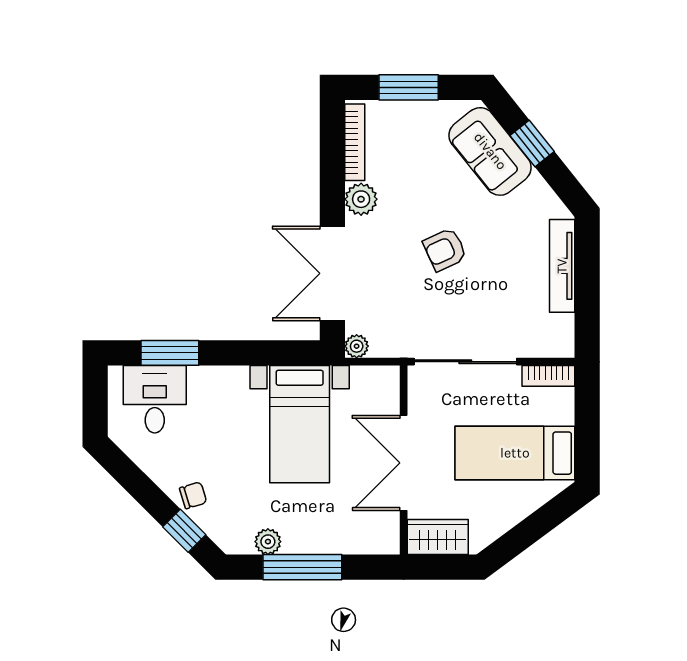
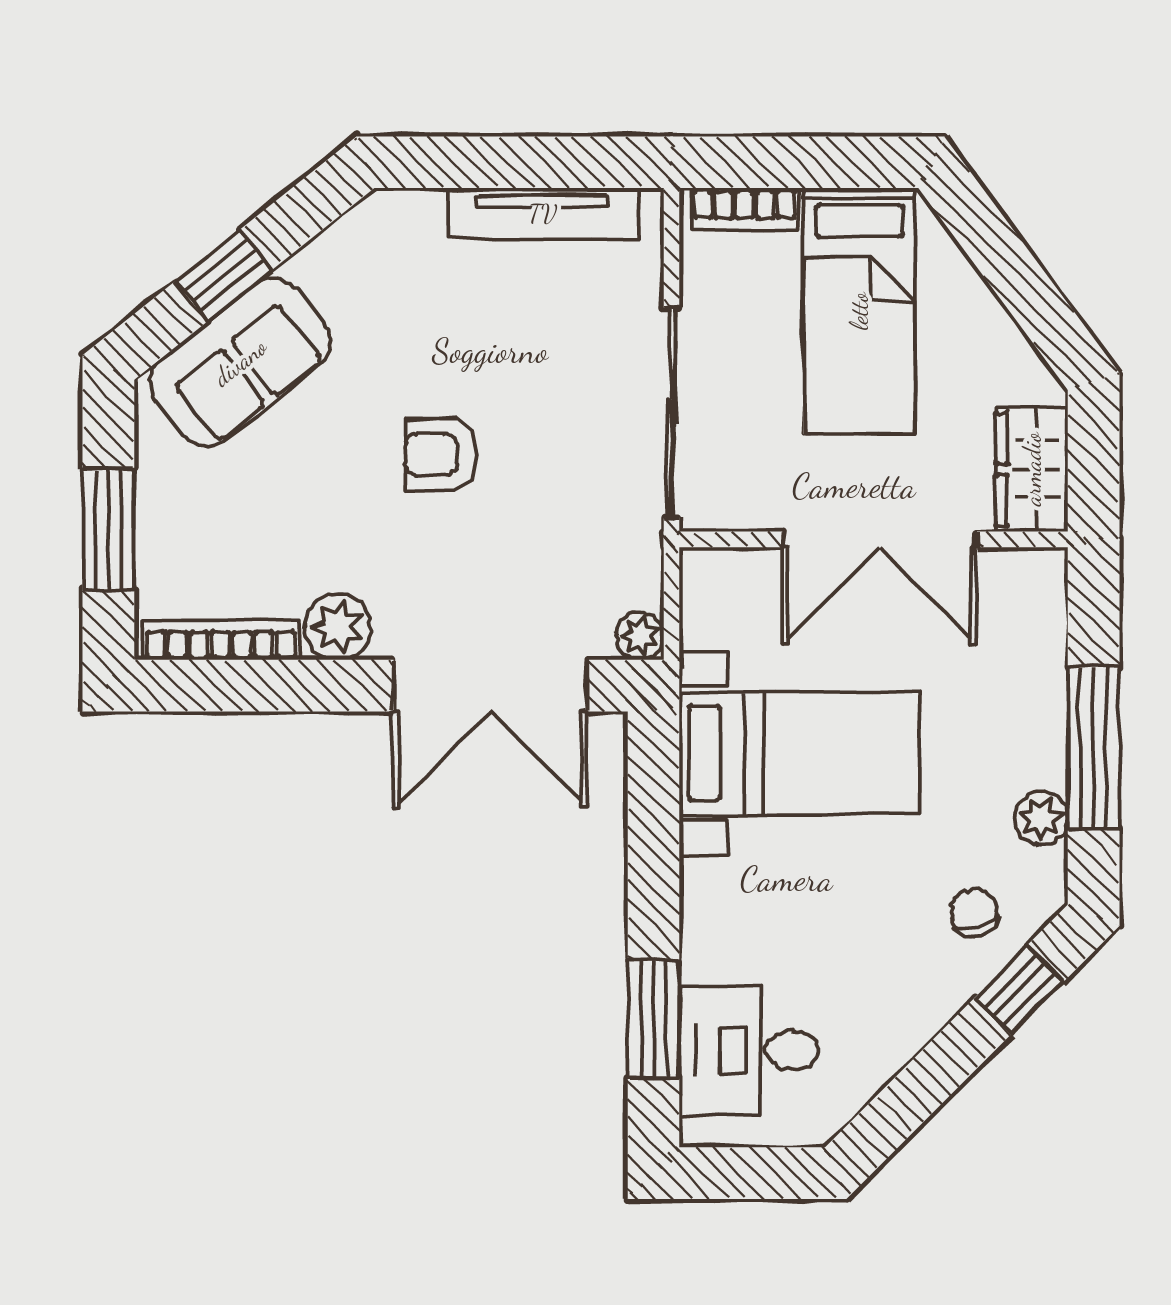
armchair: (445, 249) -> (441, 455), turned 115
tv unit: (562, 266) -> (543, 214), moved
bookcase: (548, 376) -> (745, 210), moved, turned 90
chair: (193, 495) -> (974, 913), moved

